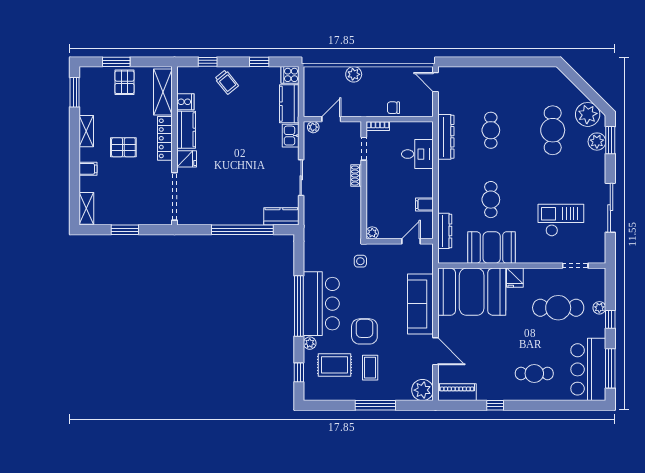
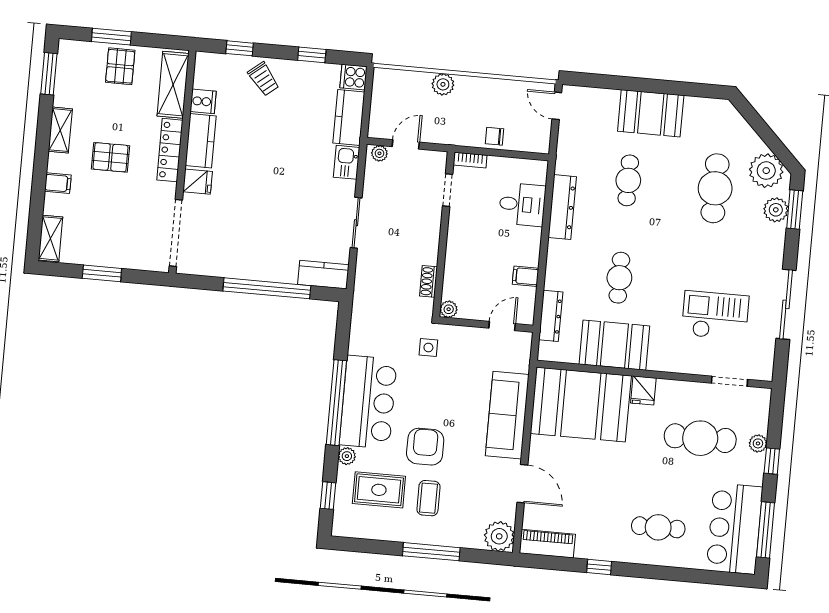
booth: (502, 81) -> (651, 113), added
dresser: (446, 137) -> (562, 207), moved
shoe rack: (356, 176) -> (429, 281), moved

